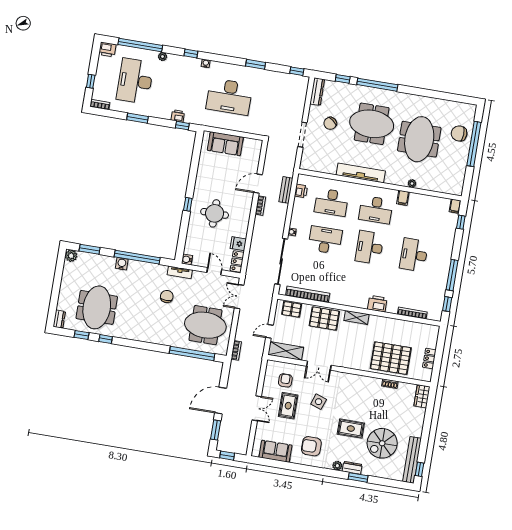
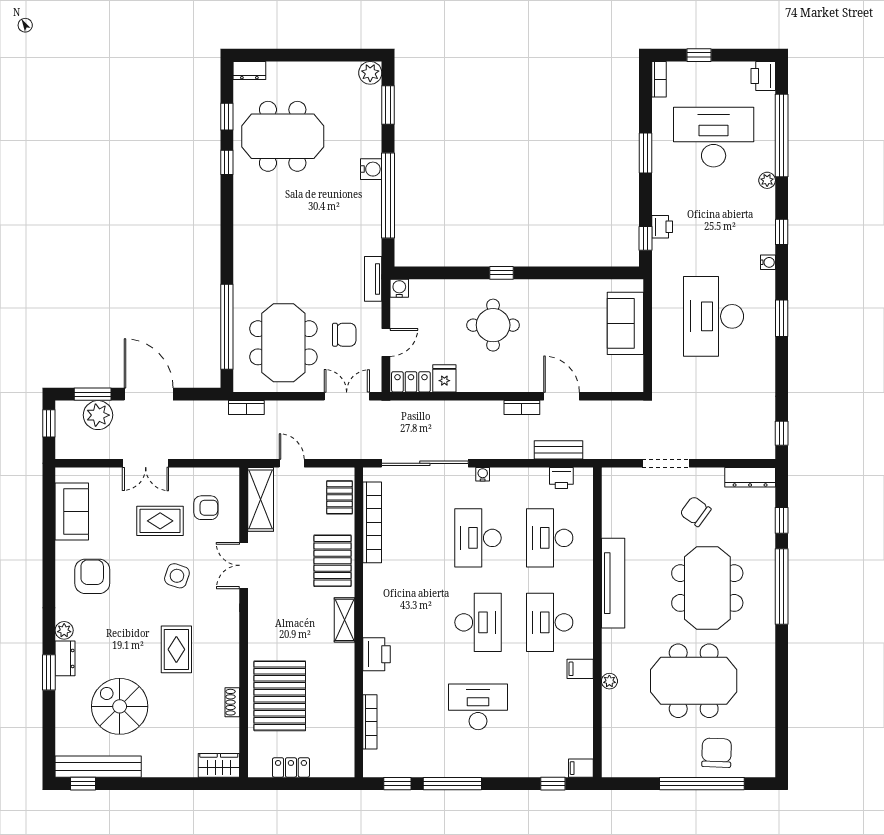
window: (256, 64) -> (782, 318), moved
desk: (325, 240) -> (478, 538), turned 180
desk: (370, 247) -> (478, 622), turned 90
chair: (167, 296) -> (344, 335), moved
plant: (227, 429) -> (98, 415), added
rug: (351, 429) -> (176, 649), moved

